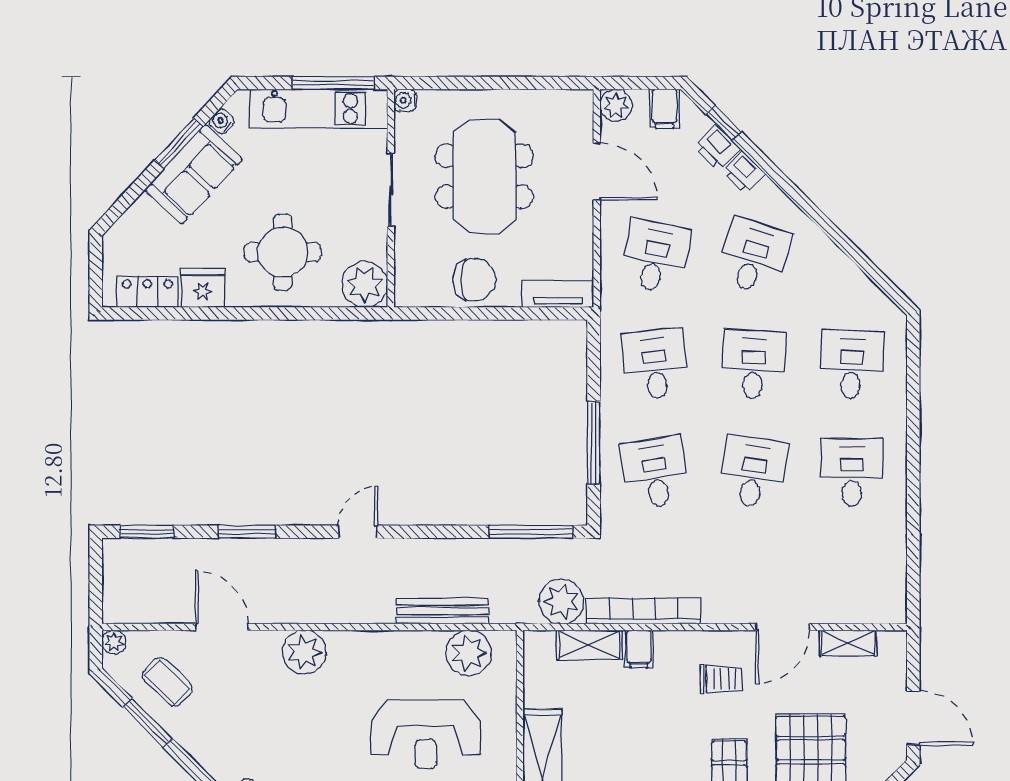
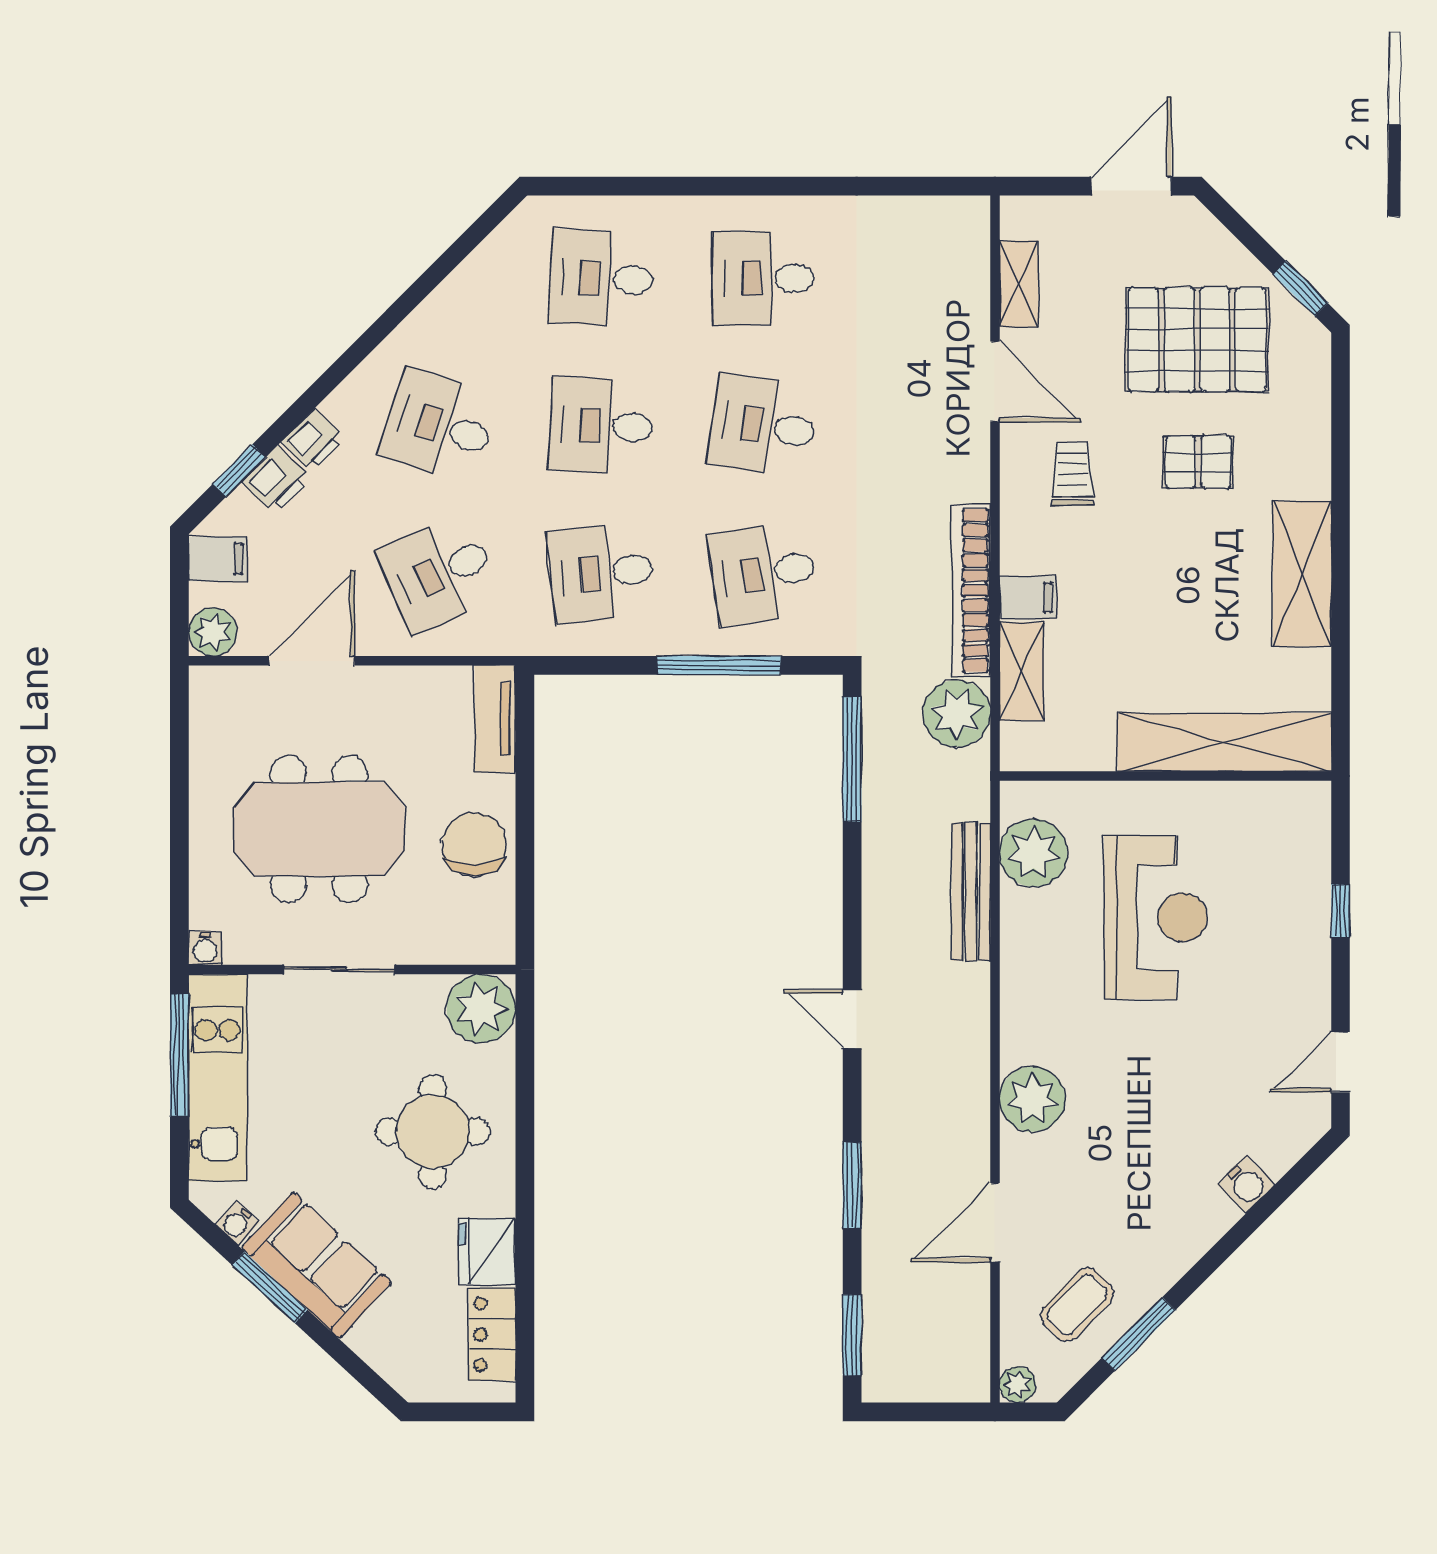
desk: (655, 256) -> (439, 573), turned -36

